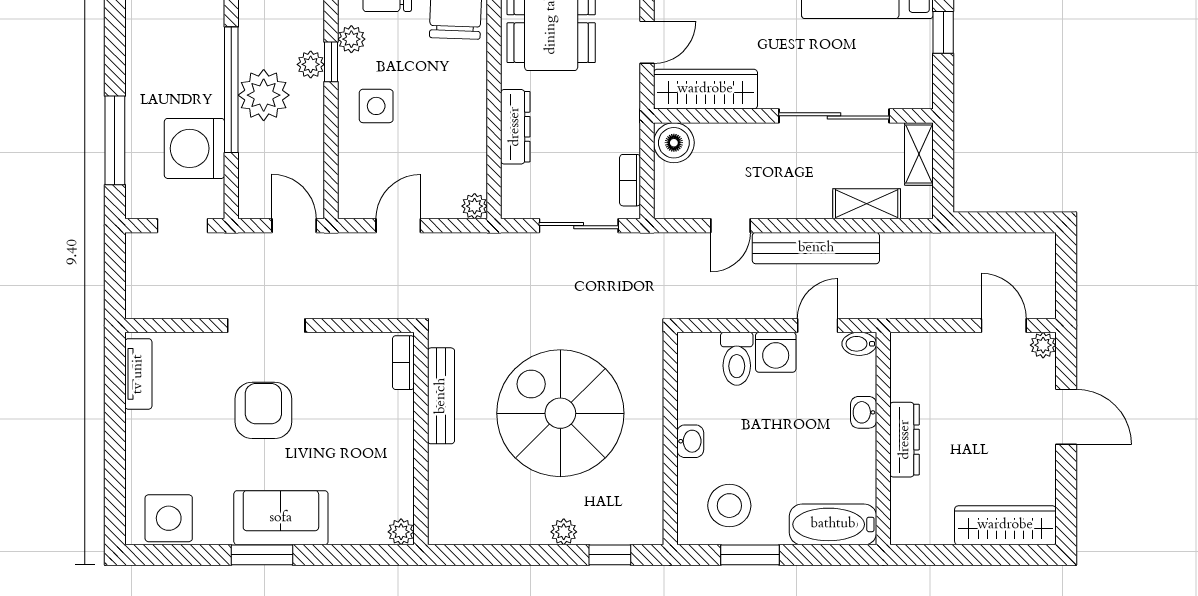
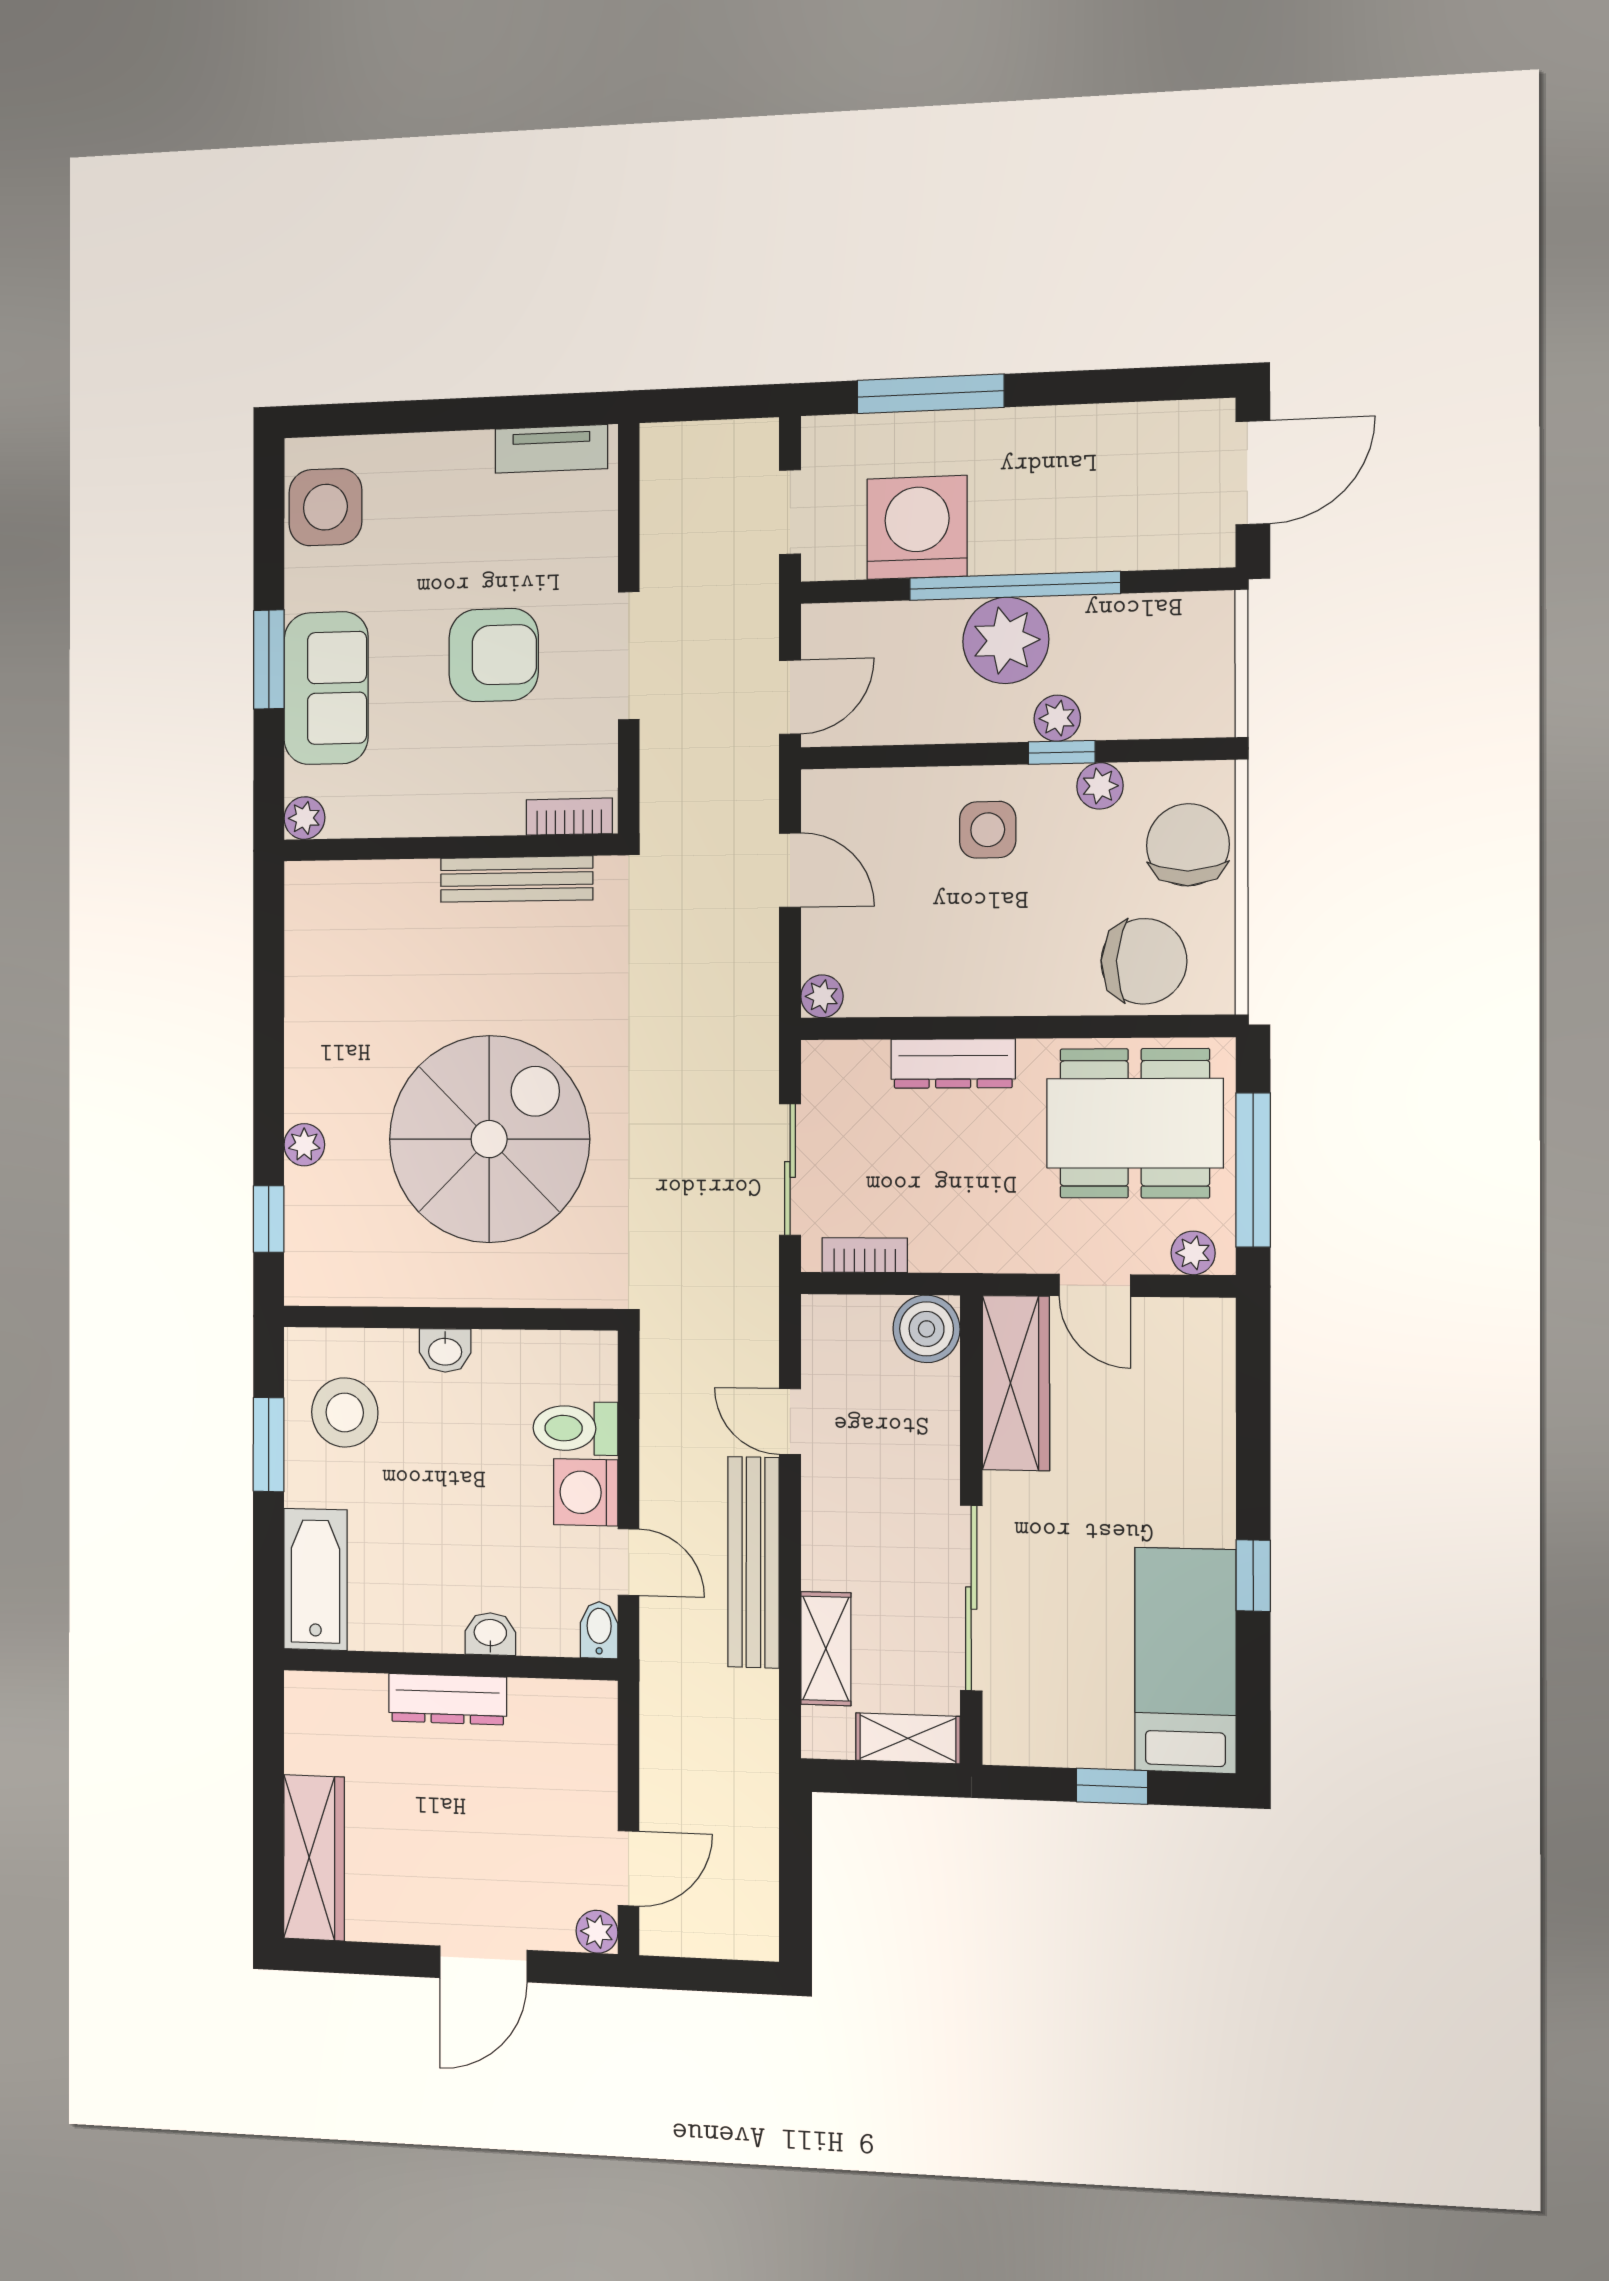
bookcase: (403, 363) -> (569, 817), moved
bench: (441, 396) -> (517, 879), moved
wall: (421, 439) -> (449, 847), moved
plant: (401, 532) -> (304, 818), moved

